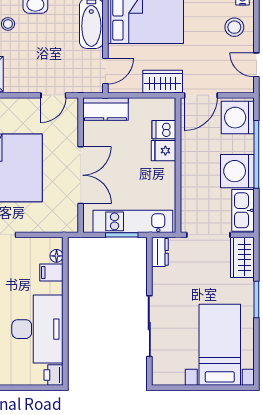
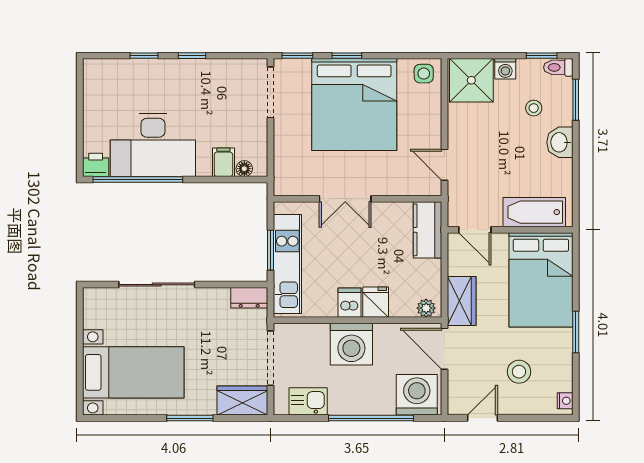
stool: (234, 27) -> (519, 372), moved
plant: (168, 110) -> (426, 308), added
dishwasher: (164, 130) -> (349, 303), moved
washing machine: (237, 171) -> (351, 344), moved, turned 180
double door: (81, 175) -> (345, 199), width x0.73
kitchen sink: (243, 210) -> (308, 401), width x0.73
window: (65, 341) -> (138, 180), added

